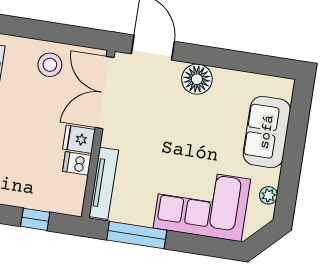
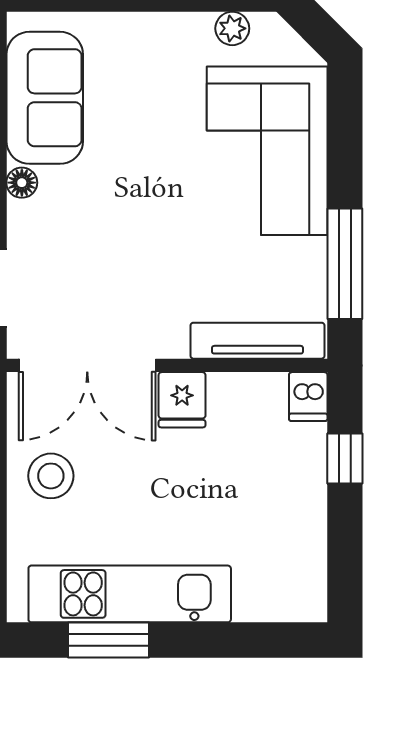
floor lamp: (197, 79) -> (22, 183), width x0.53, depth x0.53
sofa: (267, 132) -> (45, 98), moved, turned -90
dishwasher: (77, 163) -> (308, 397), moved

